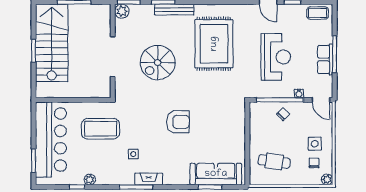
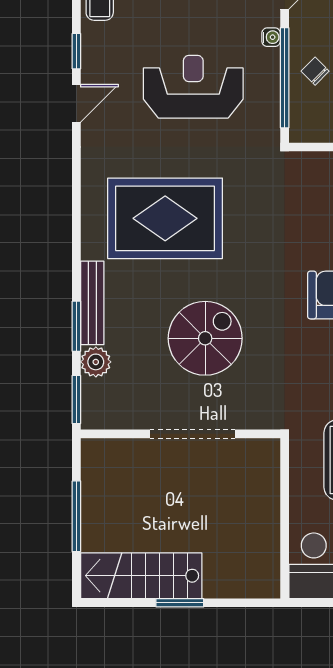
plant: (122, 11) -> (96, 362), moved
stairs: (52, 43) -> (141, 576), width x0.73, depth x0.66
spiral stairs: (158, 63) -> (205, 338), turned -90

